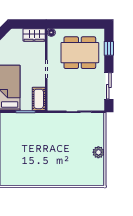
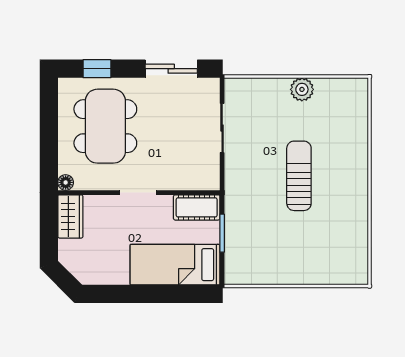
sun lounger: (55, 151) -> (299, 176), added

